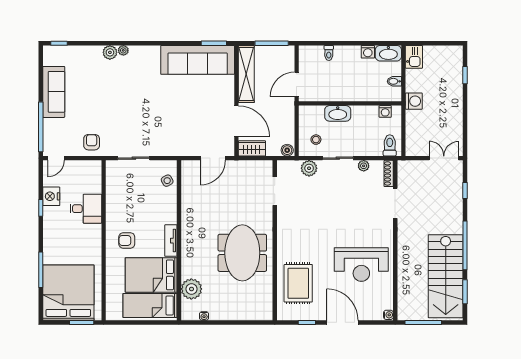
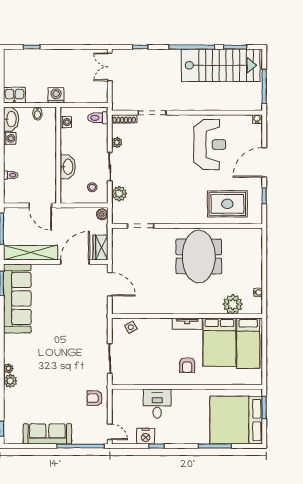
meeting table: (242, 253) -> (199, 256), turned 90

